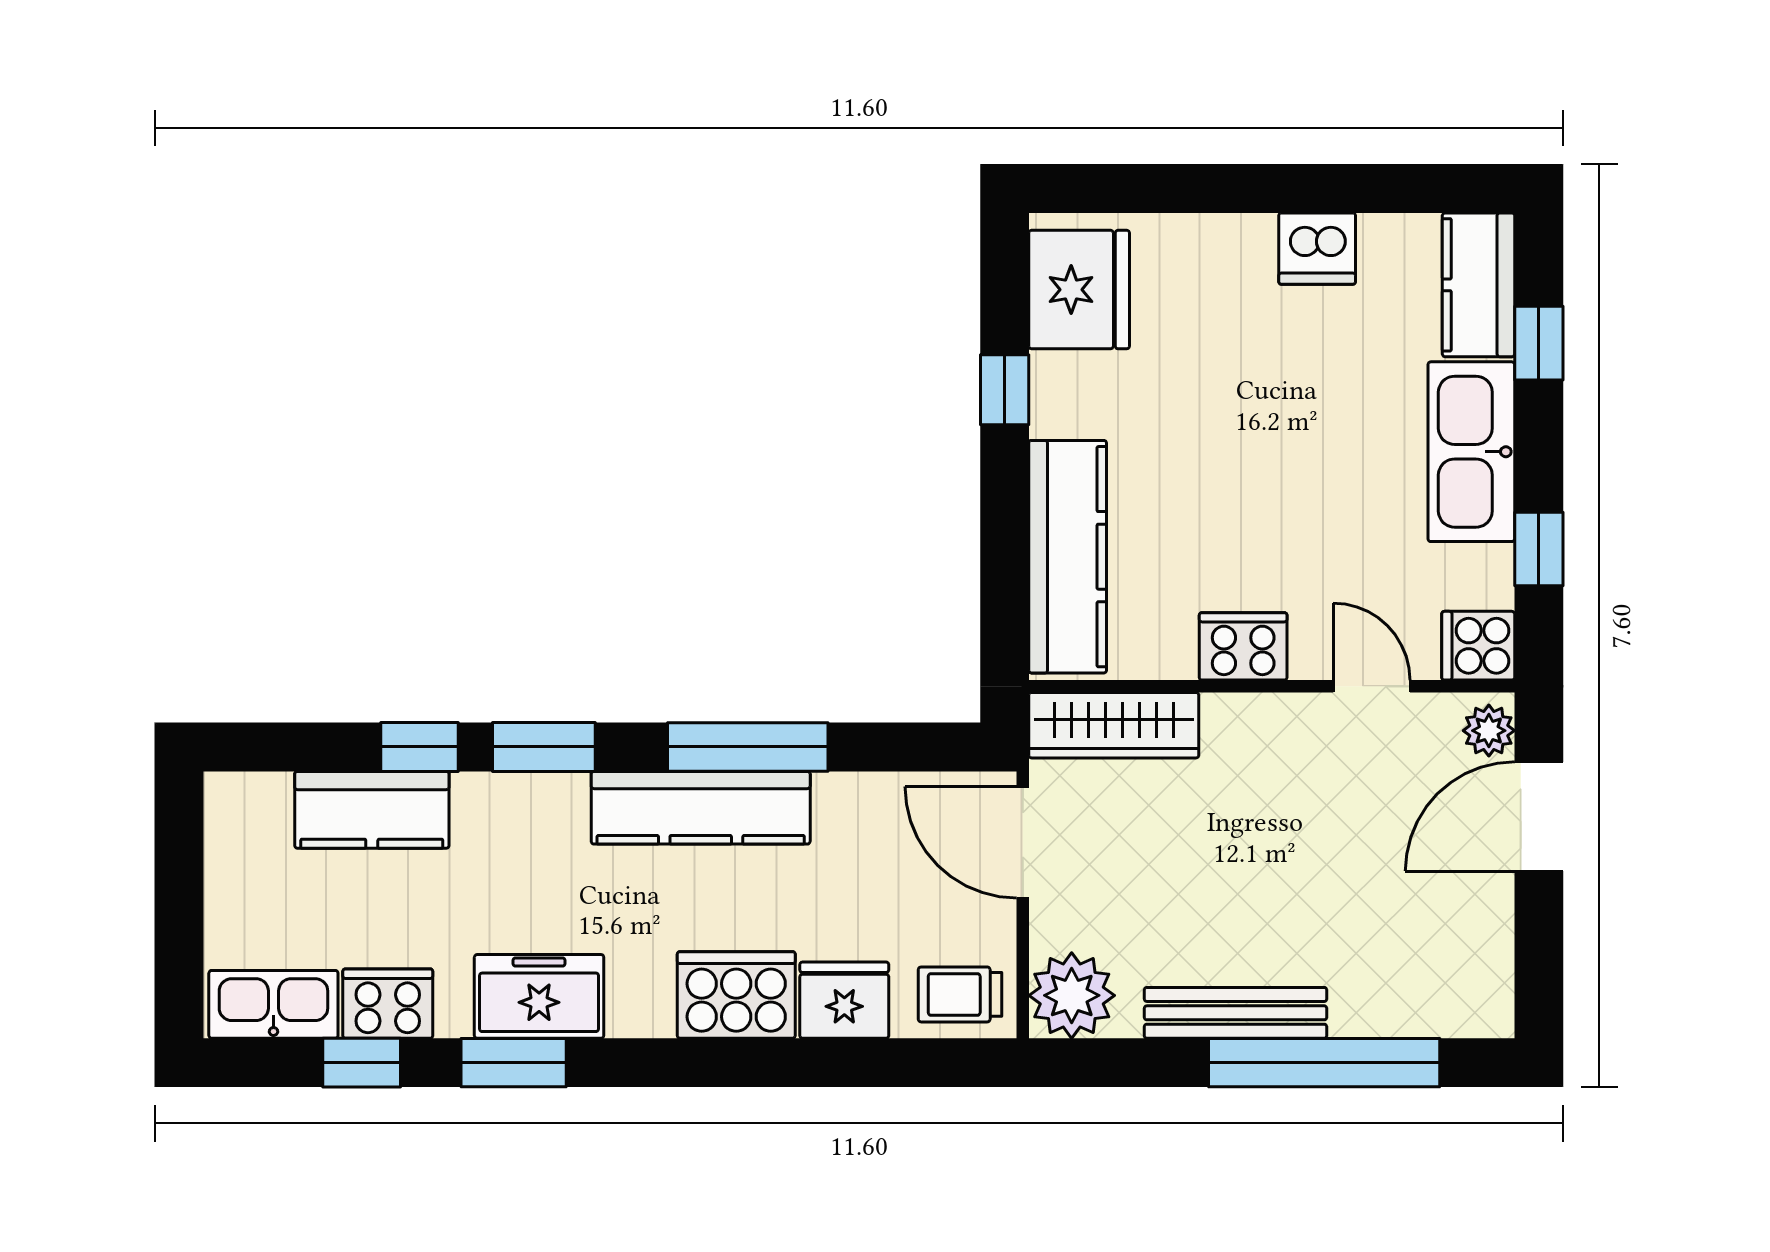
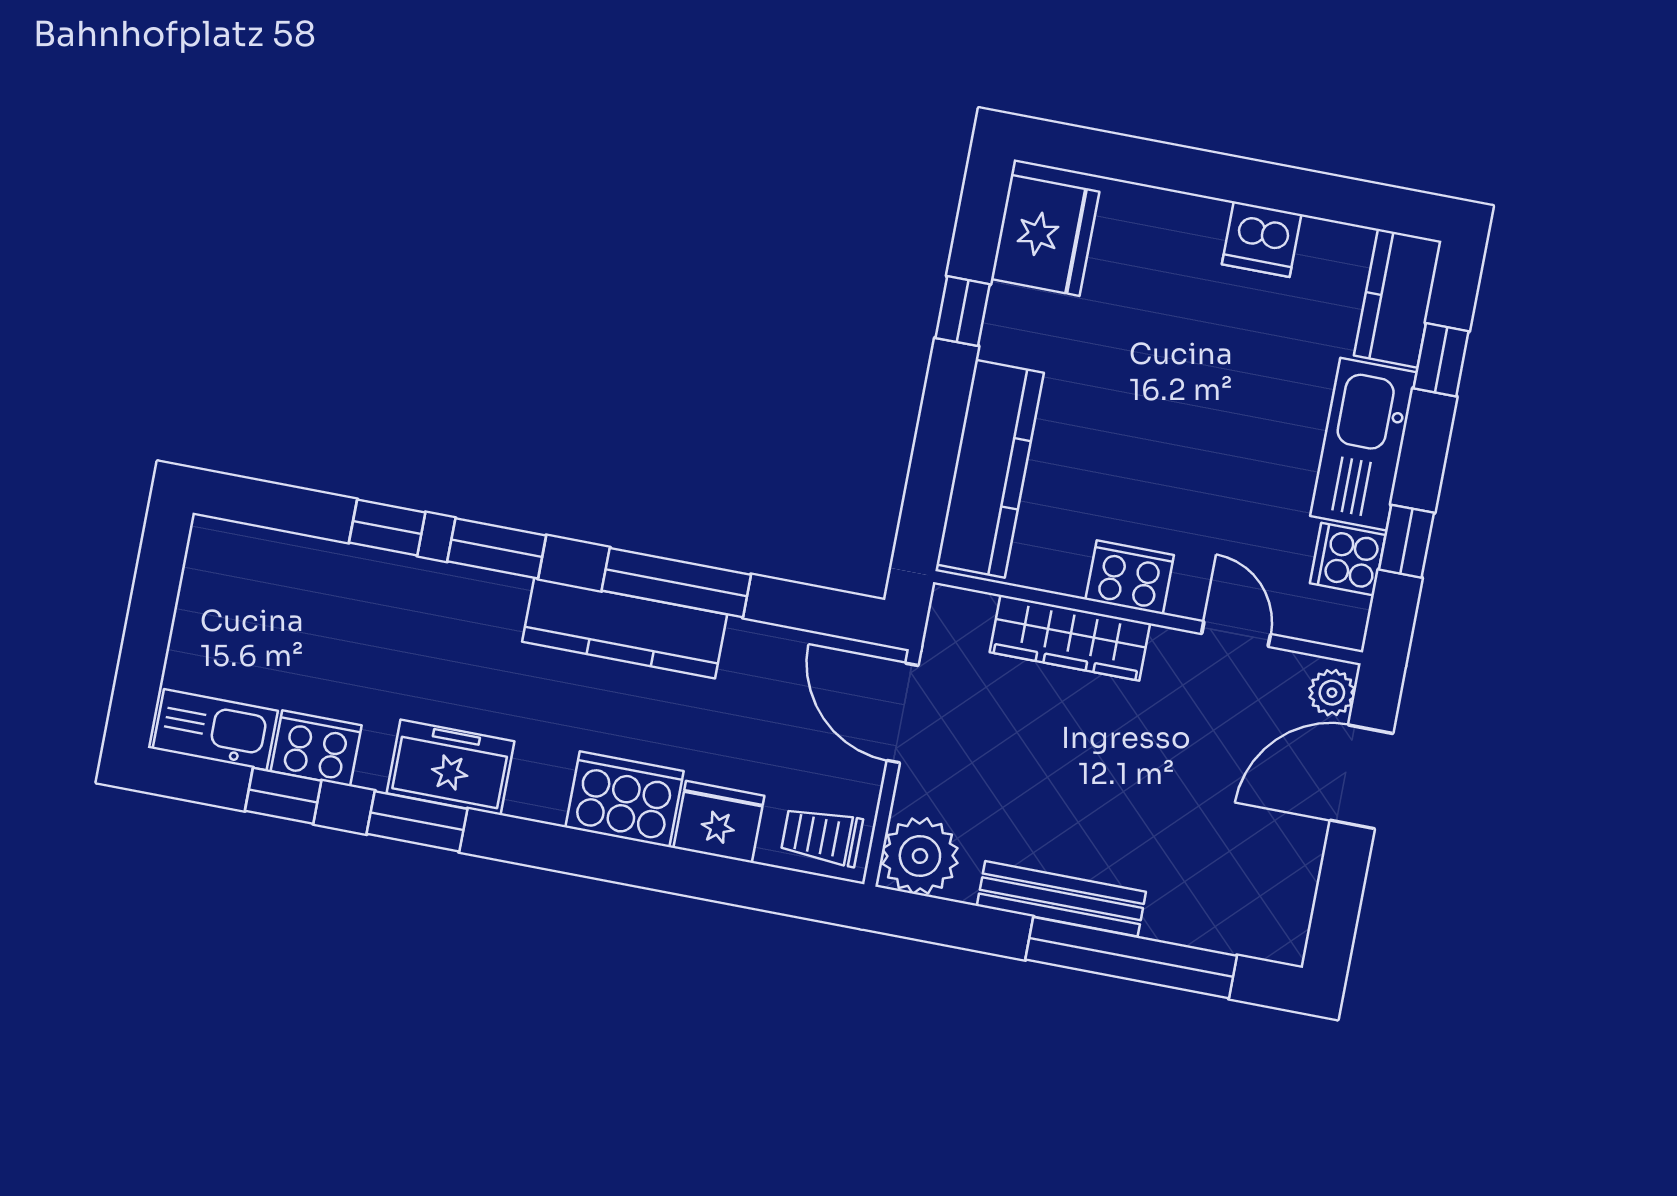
cooker: (1478, 646) -> (1348, 559), moved
wardrobe: (1114, 725) -> (1070, 638), moved
kitchen counter: (372, 810) -> (335, 575), removed

